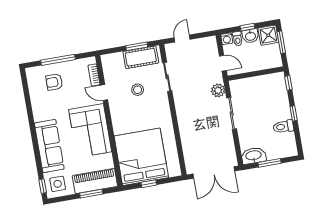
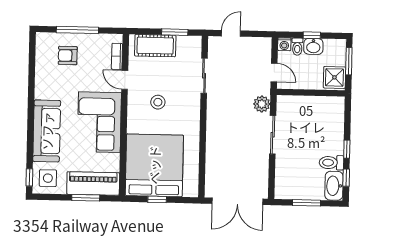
shower: (268, 35) -> (334, 77), moved
cot: (141, 57) -> (155, 46), moved
window: (288, 83) -> (346, 178), moved
stool: (138, 90) -> (158, 102), moved
washbasin: (254, 156) -> (334, 186), moved, turned -90

